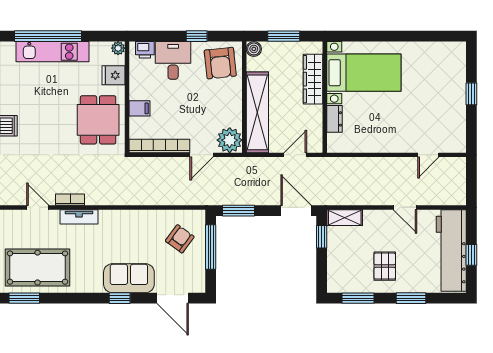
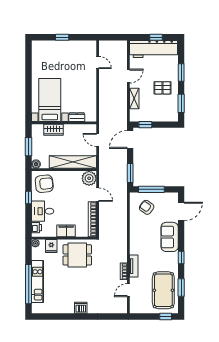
wardrobe: (313, 79) -> (53, 130), width x0.67
filing cabinet: (139, 108) -> (66, 231), width x2.00
shelving: (345, 218) -> (134, 99), moved
window: (24, 298) -> (181, 287), moved
window: (120, 298) -> (181, 258), moved

